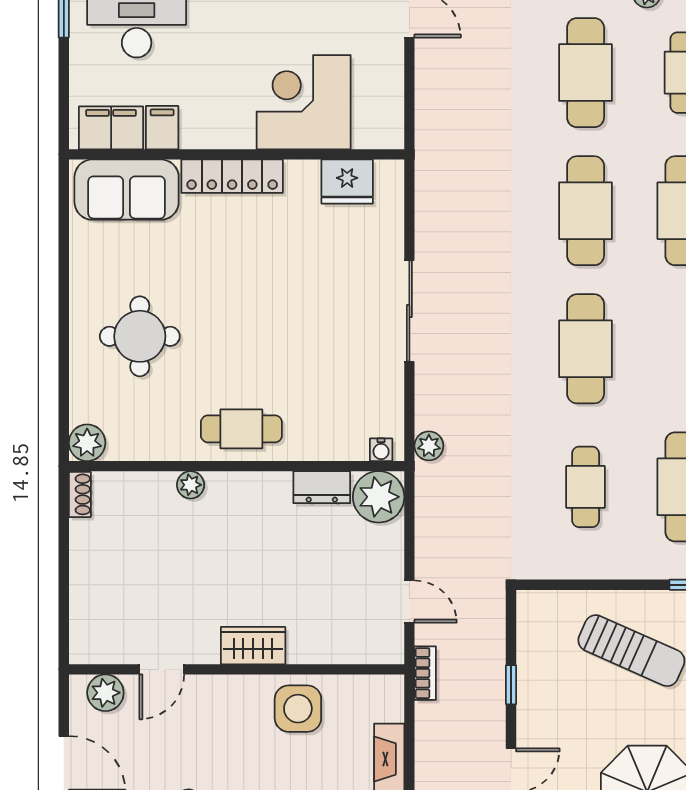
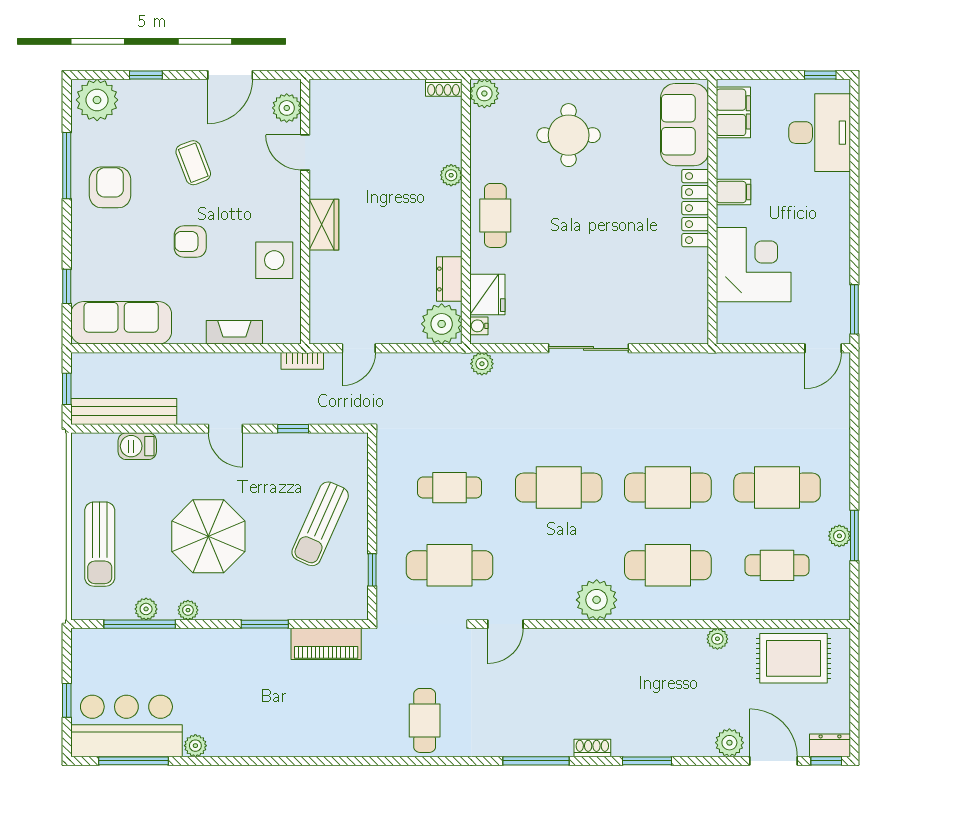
filing cabinet: (162, 128) -> (734, 192), moved
fridge: (347, 182) -> (487, 295), moved, turned 180

